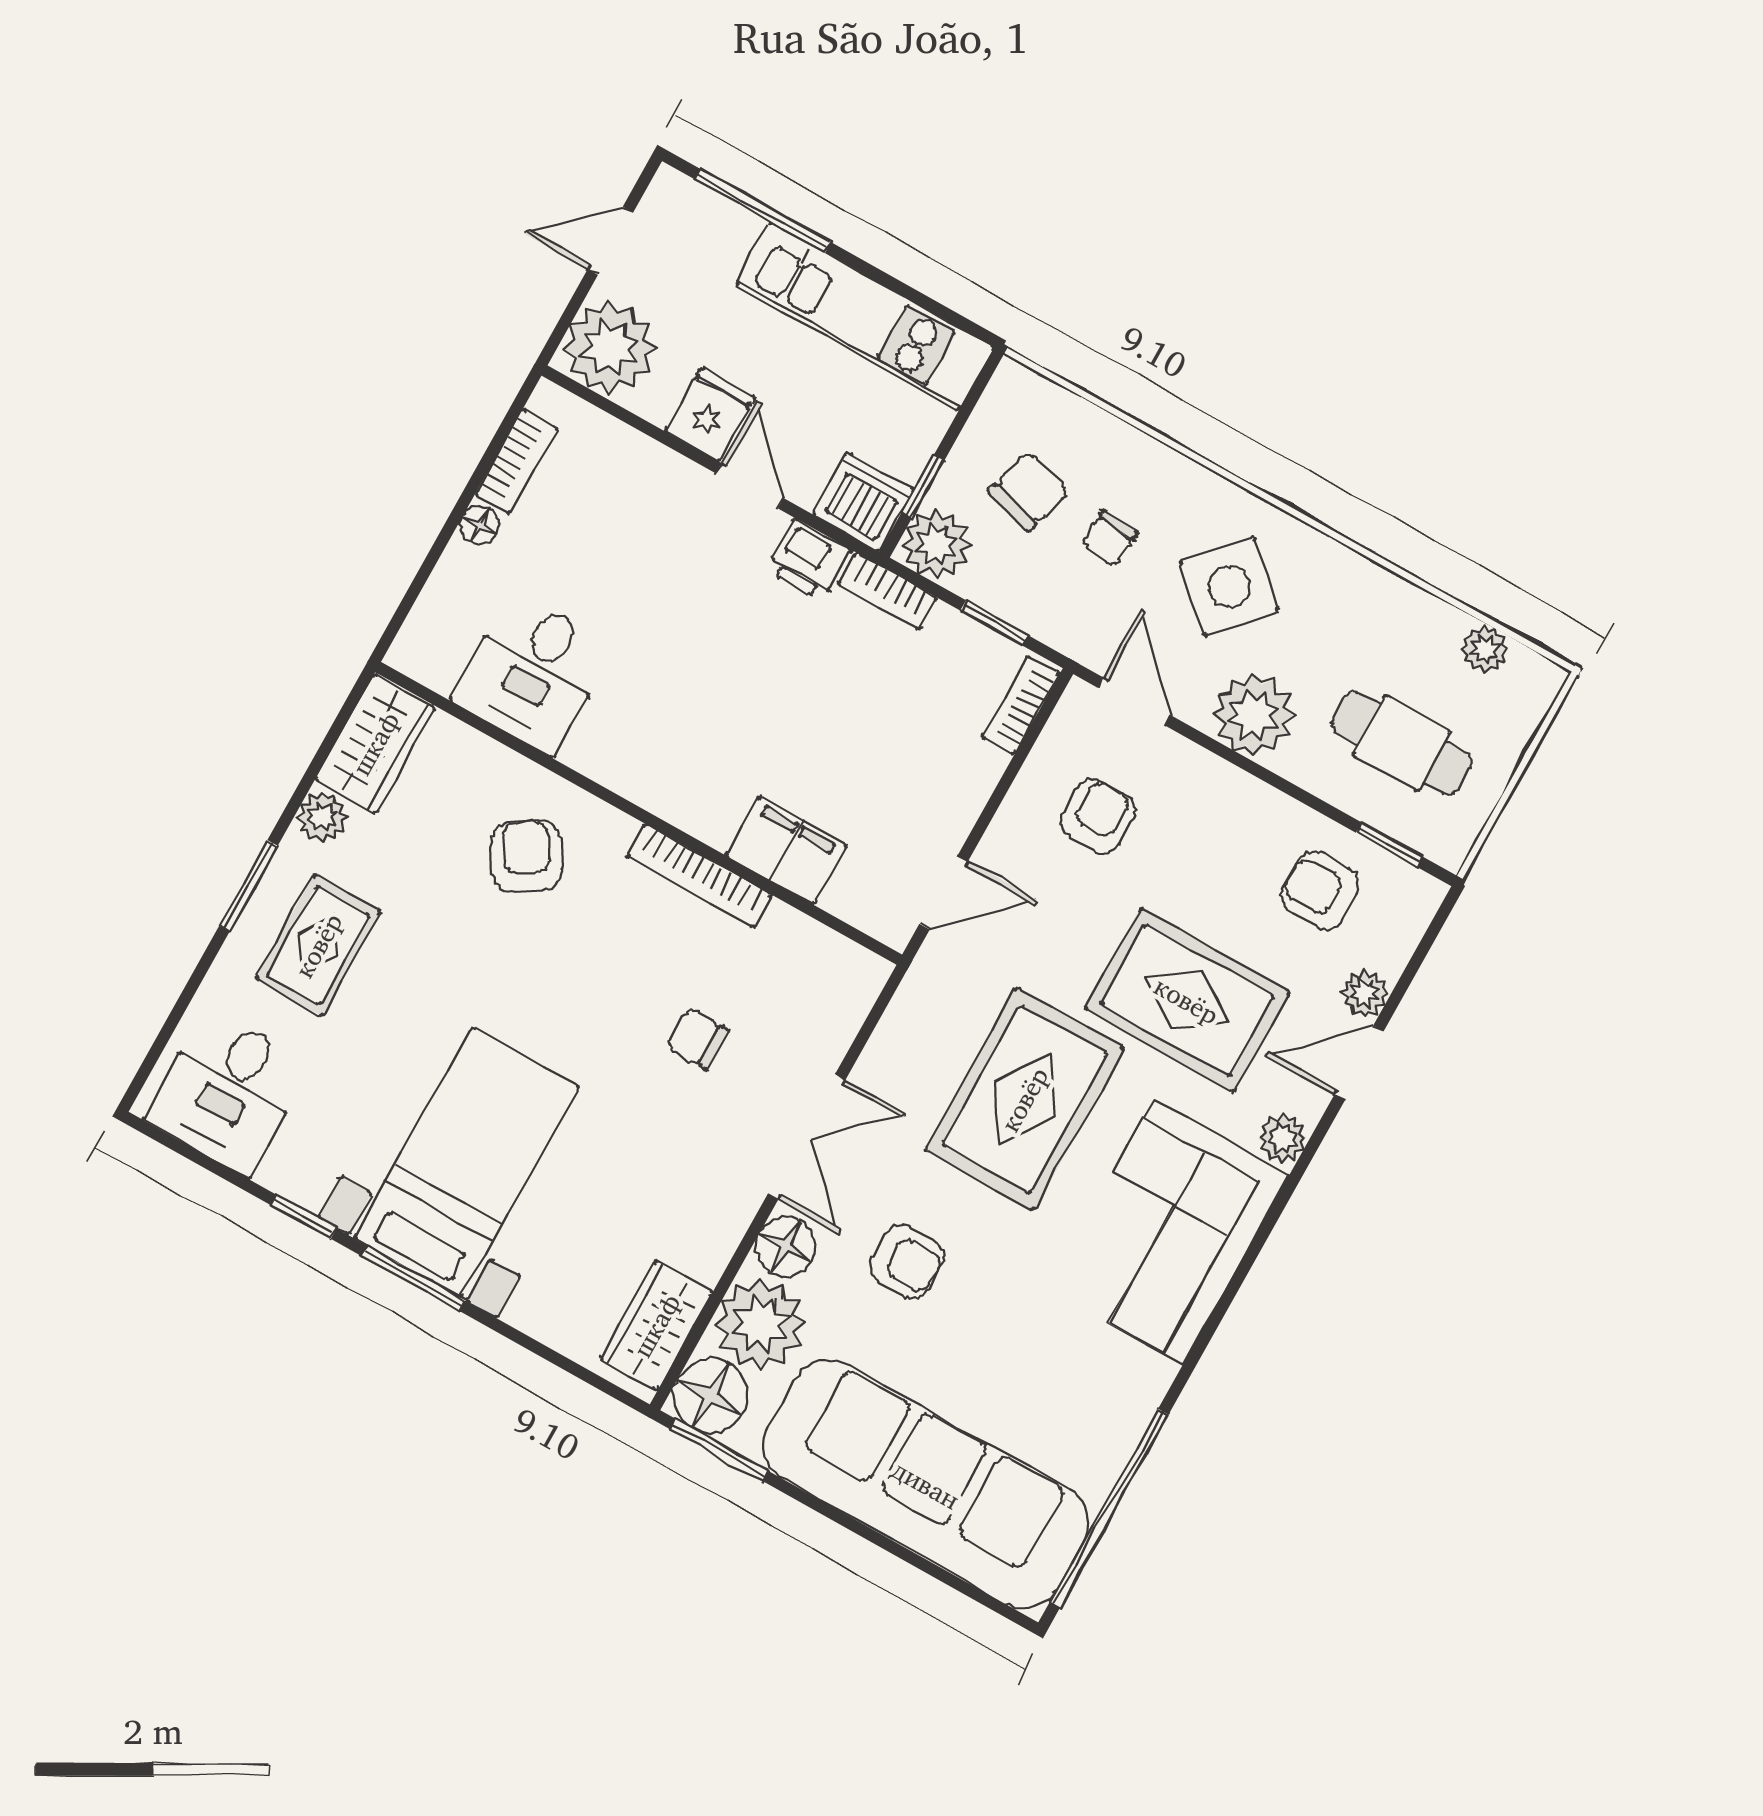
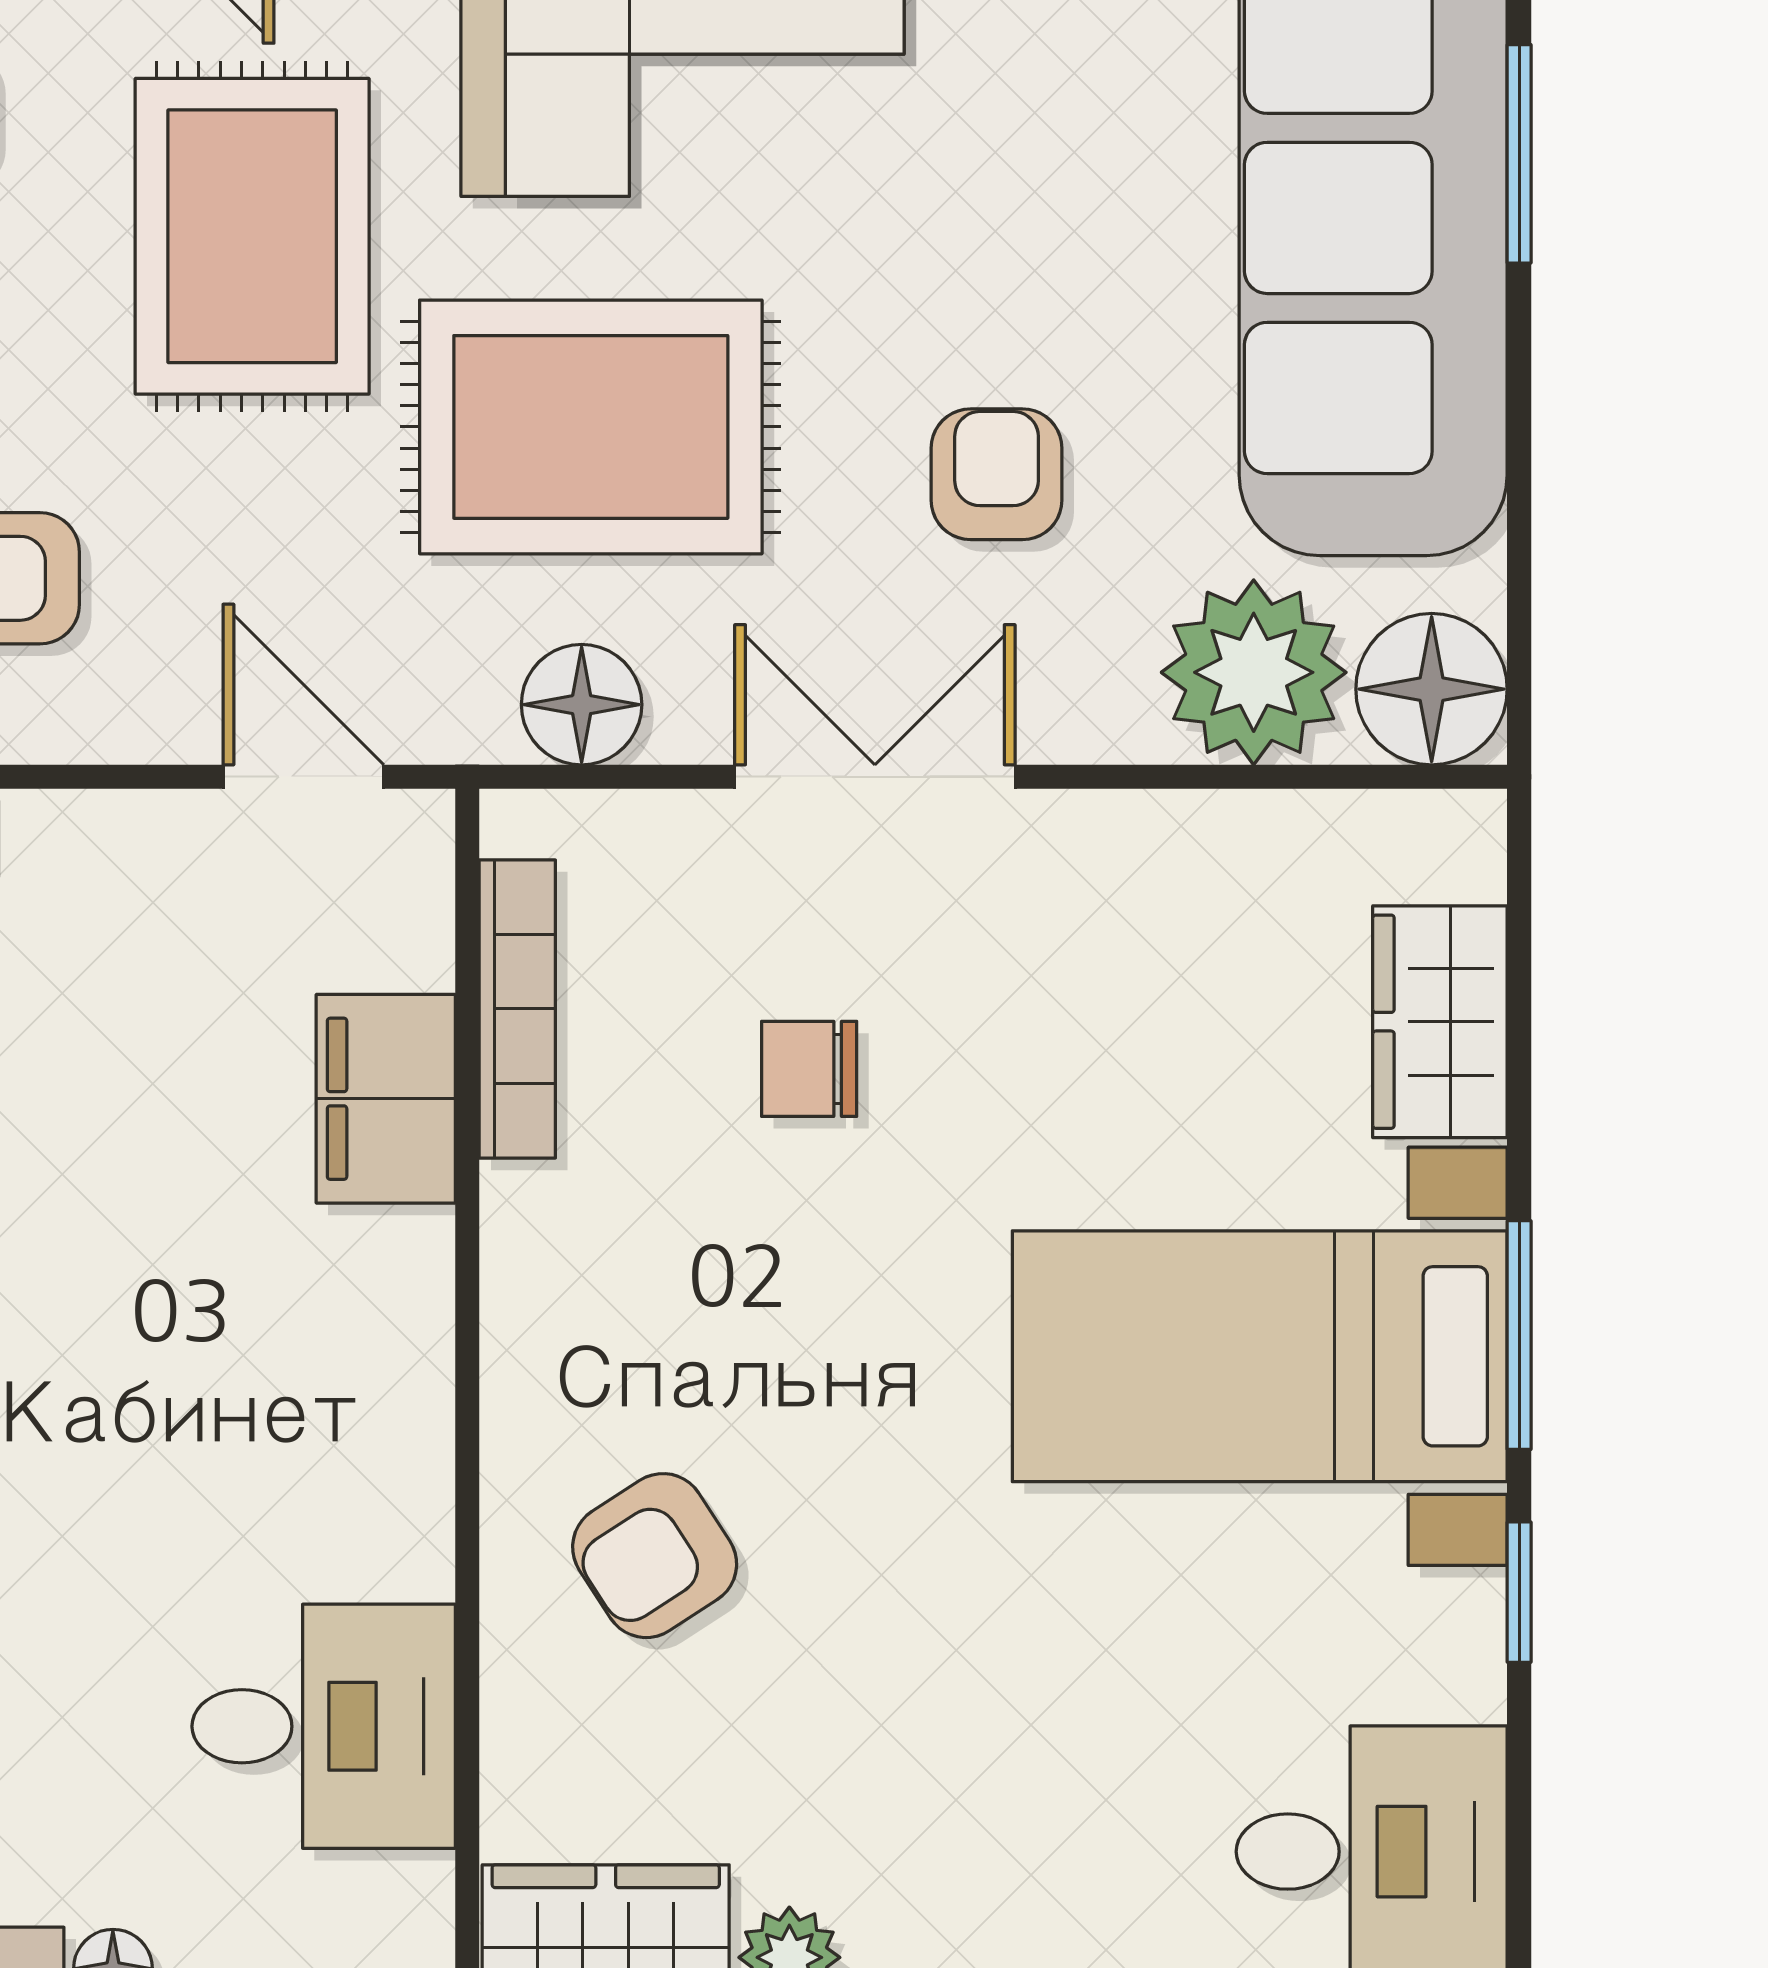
bookcase: (700, 876) -> (517, 1009), moved
rug: (318, 945) -> (1021, 1837), removed
chair: (698, 1039) -> (809, 1069), turned 90
floor lamp: (786, 1247) -> (582, 705), moved
wardrobe: (656, 1325) -> (1440, 1022), moved, turned 90
window: (719, 1450) -> (1519, 154), moved

